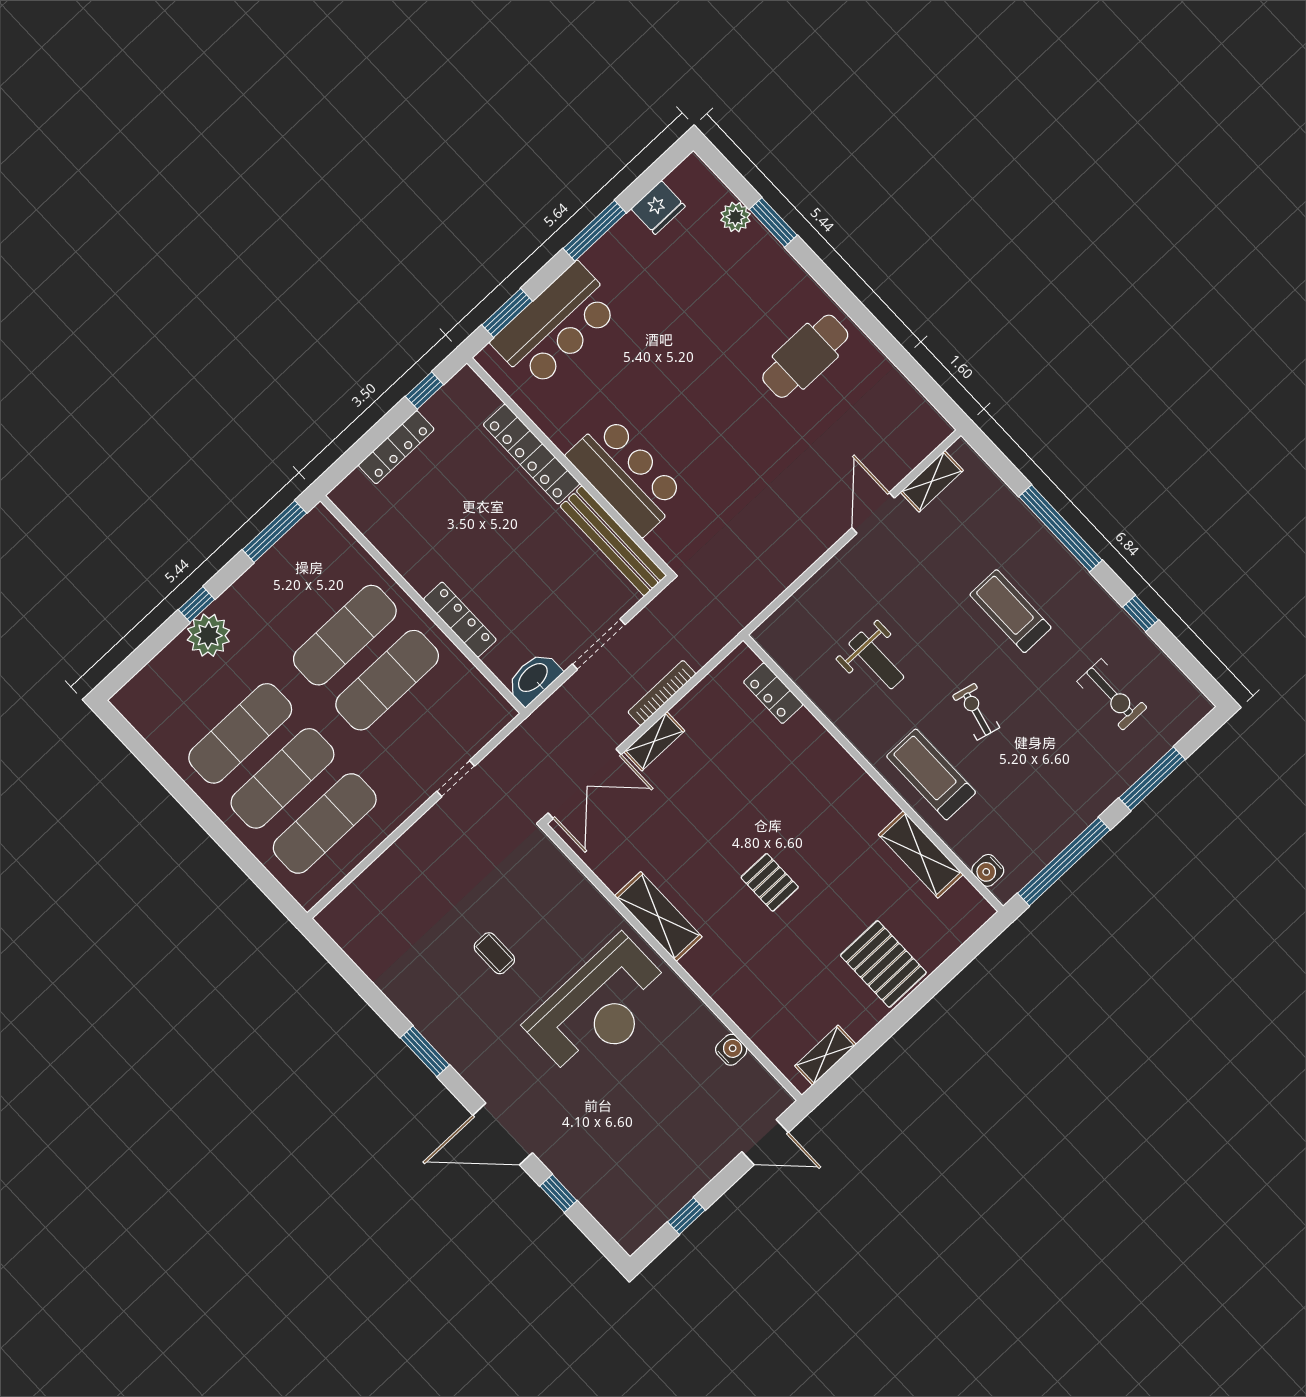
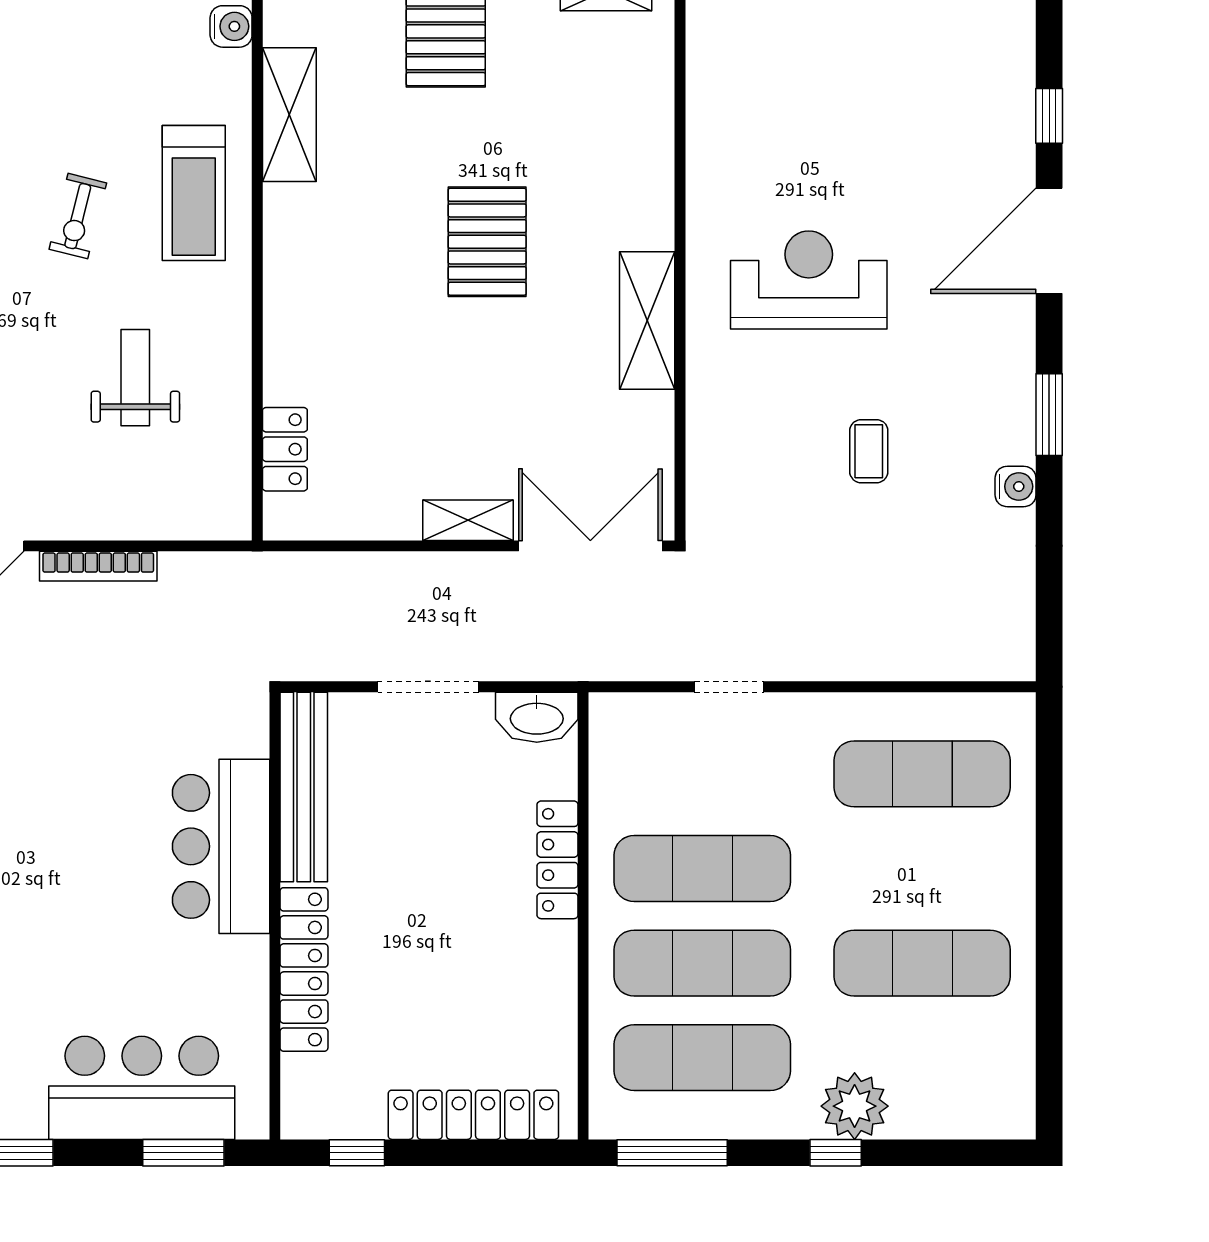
locker: (396, 447) -> (473, 1115), width x1.41, depth x1.21
bookcase: (662, 693) -> (98, 566), moved
exercise mat: (282, 778) -> (702, 1058), moved
pallet: (770, 882) -> (487, 242), width x1.50, depth x1.42
reception desk: (599, 1008) -> (809, 280), width x0.74, depth x0.77
water cooler: (731, 1050) -> (1016, 486), moved, turned 180
door: (503, 1134) -> (1049, 241), swing flipped

